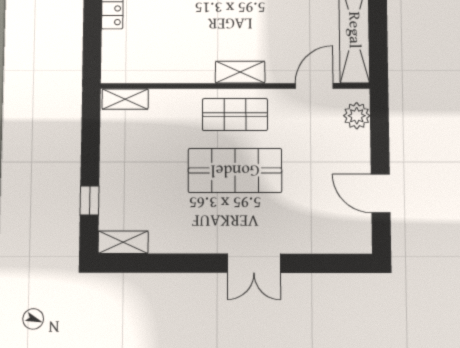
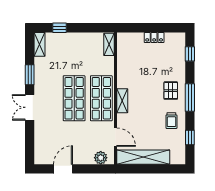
shop shelf: (235, 115) -> (101, 98), width x1.43, depth x1.36
window: (186, 263) -> (30, 75), added

